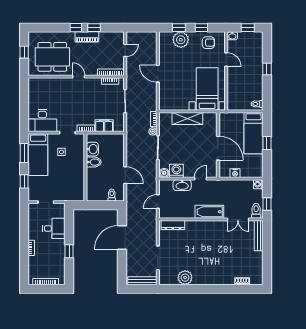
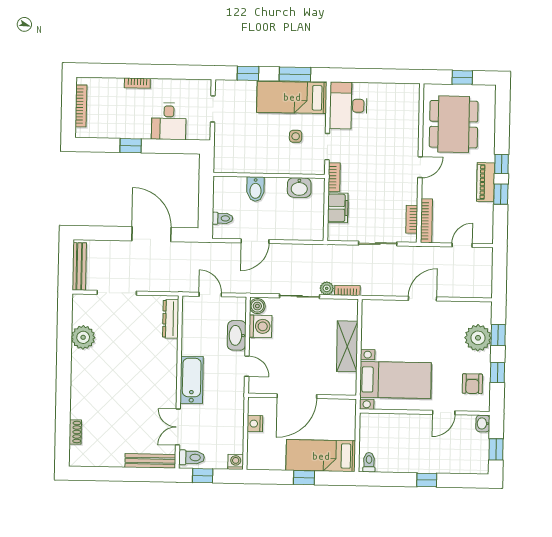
door: (125, 50) -> (462, 245), swing flipped
bidet: (94, 162) -> (255, 189), moved

